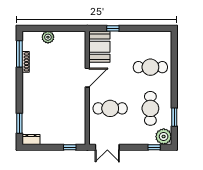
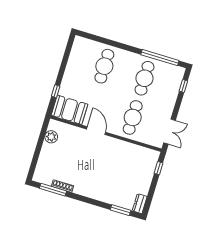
plant: (48, 37) -> (51, 137), moved
cafe table: (150, 108) -> (144, 78), turned 90
window: (174, 117) -> (160, 58), width x2.11
plant: (164, 136) -> (176, 74), removed

